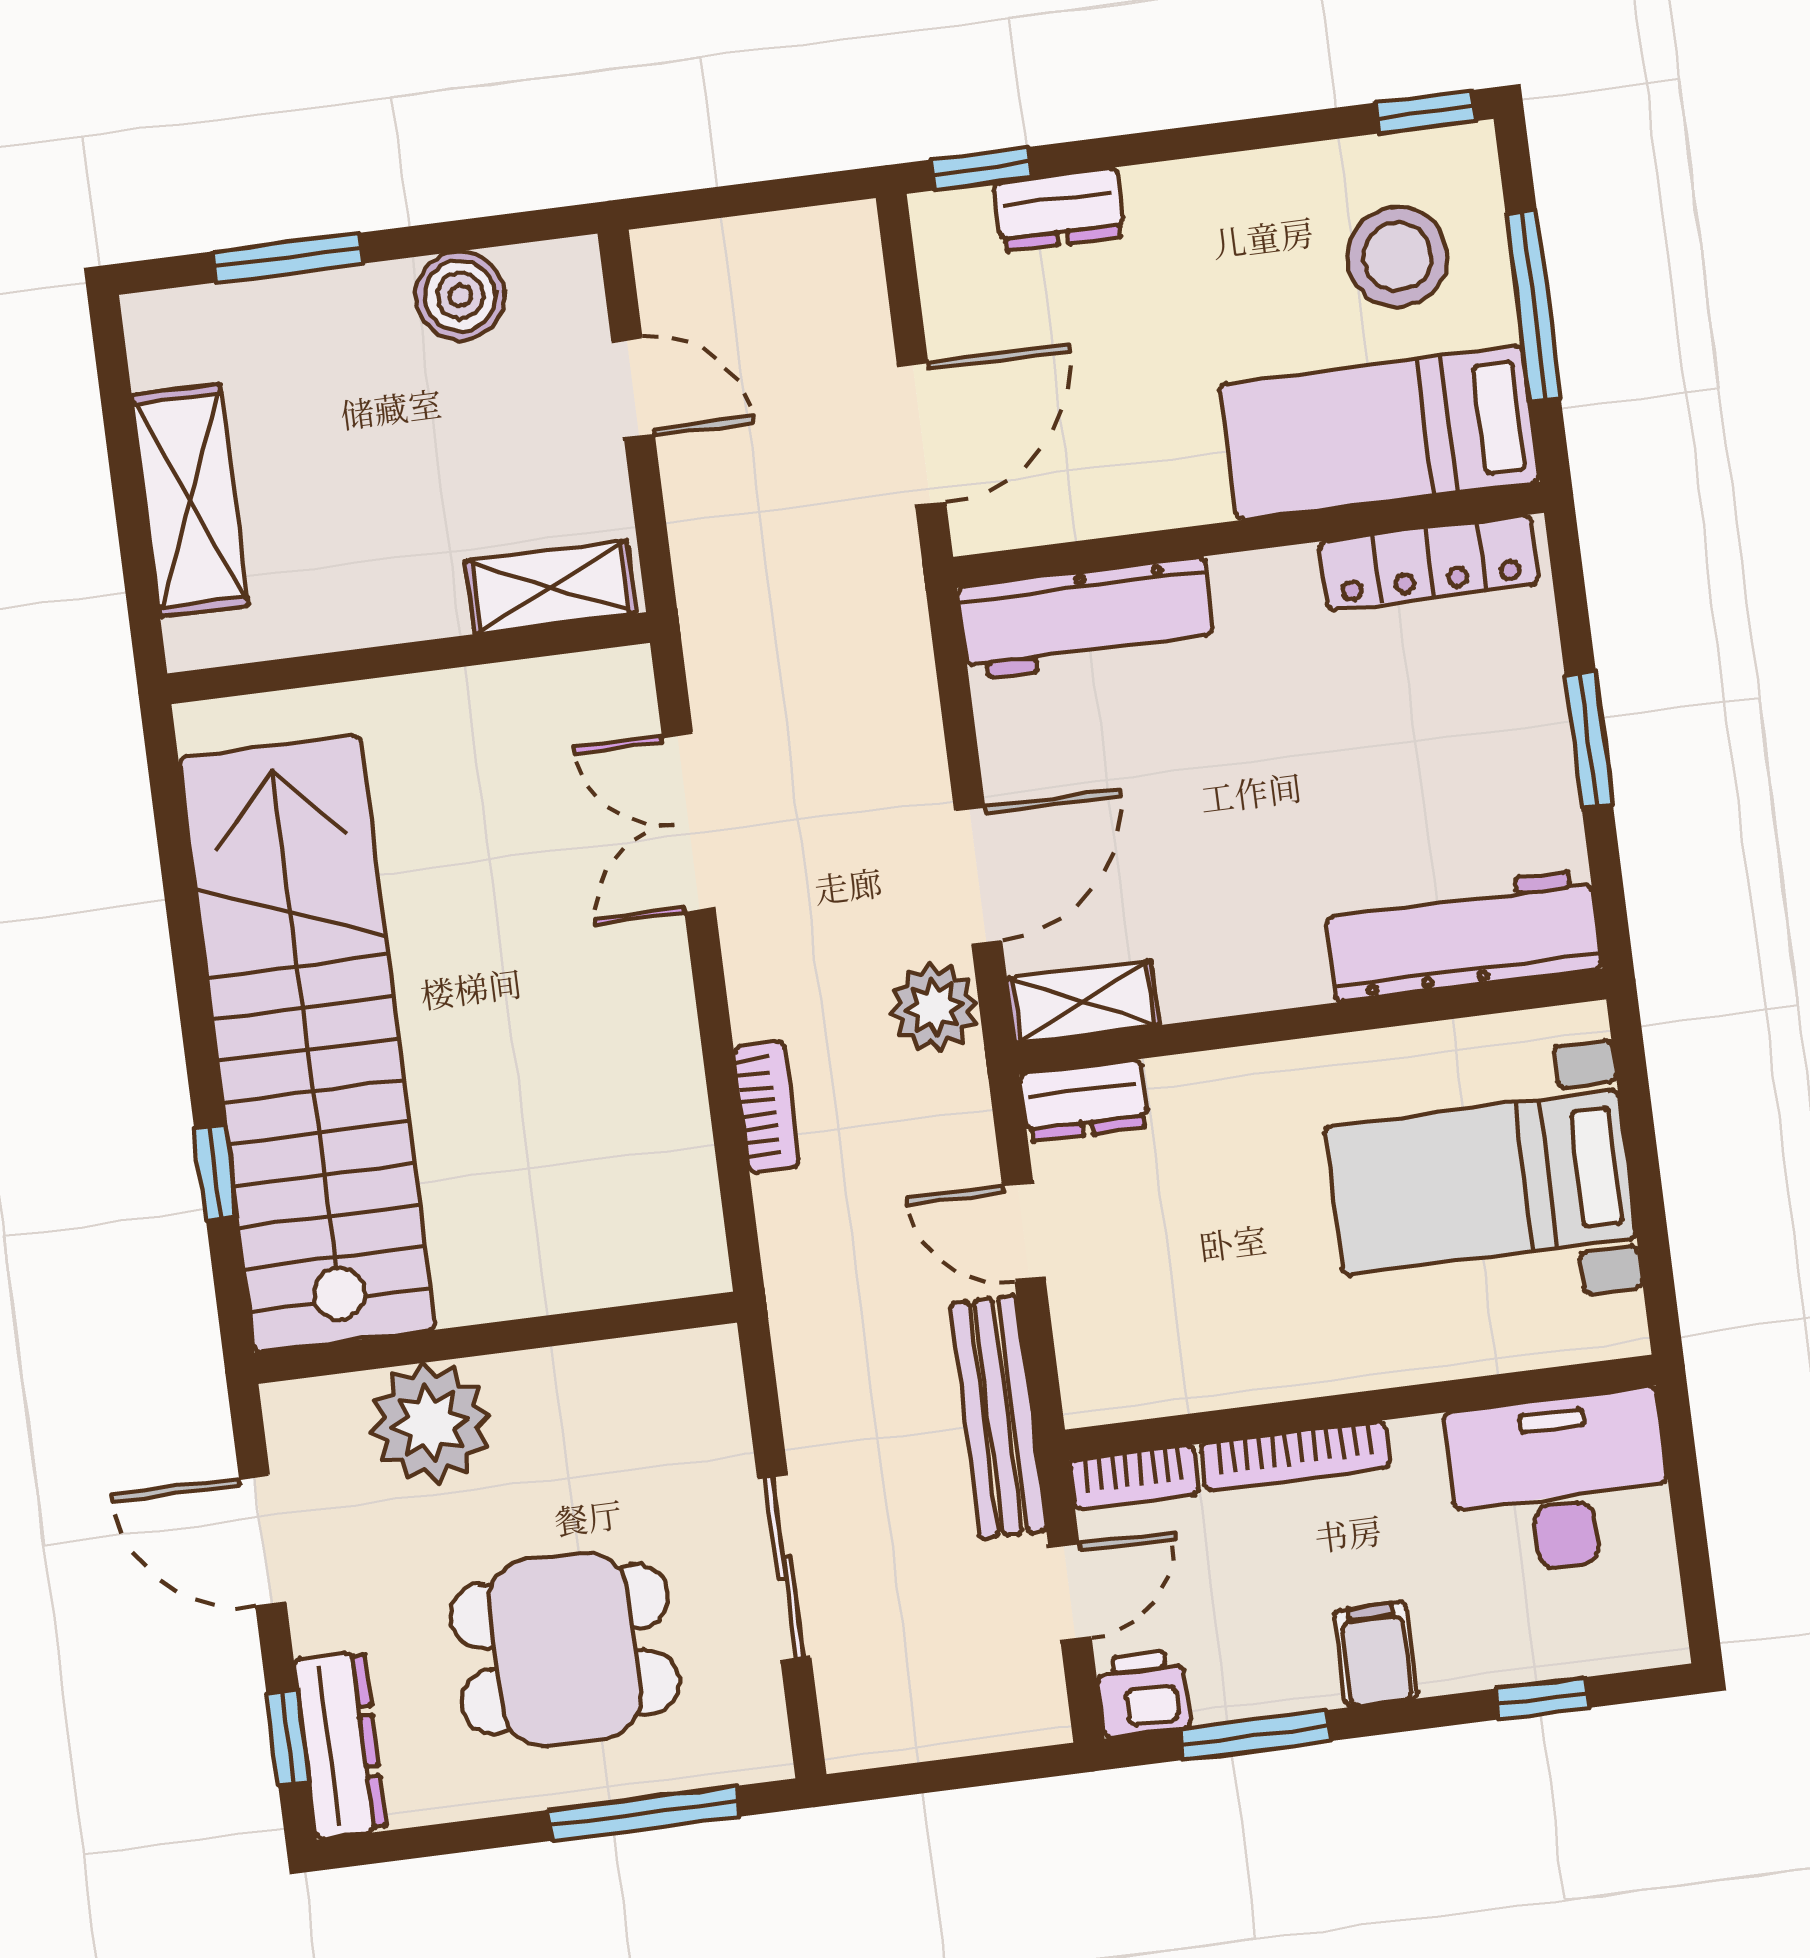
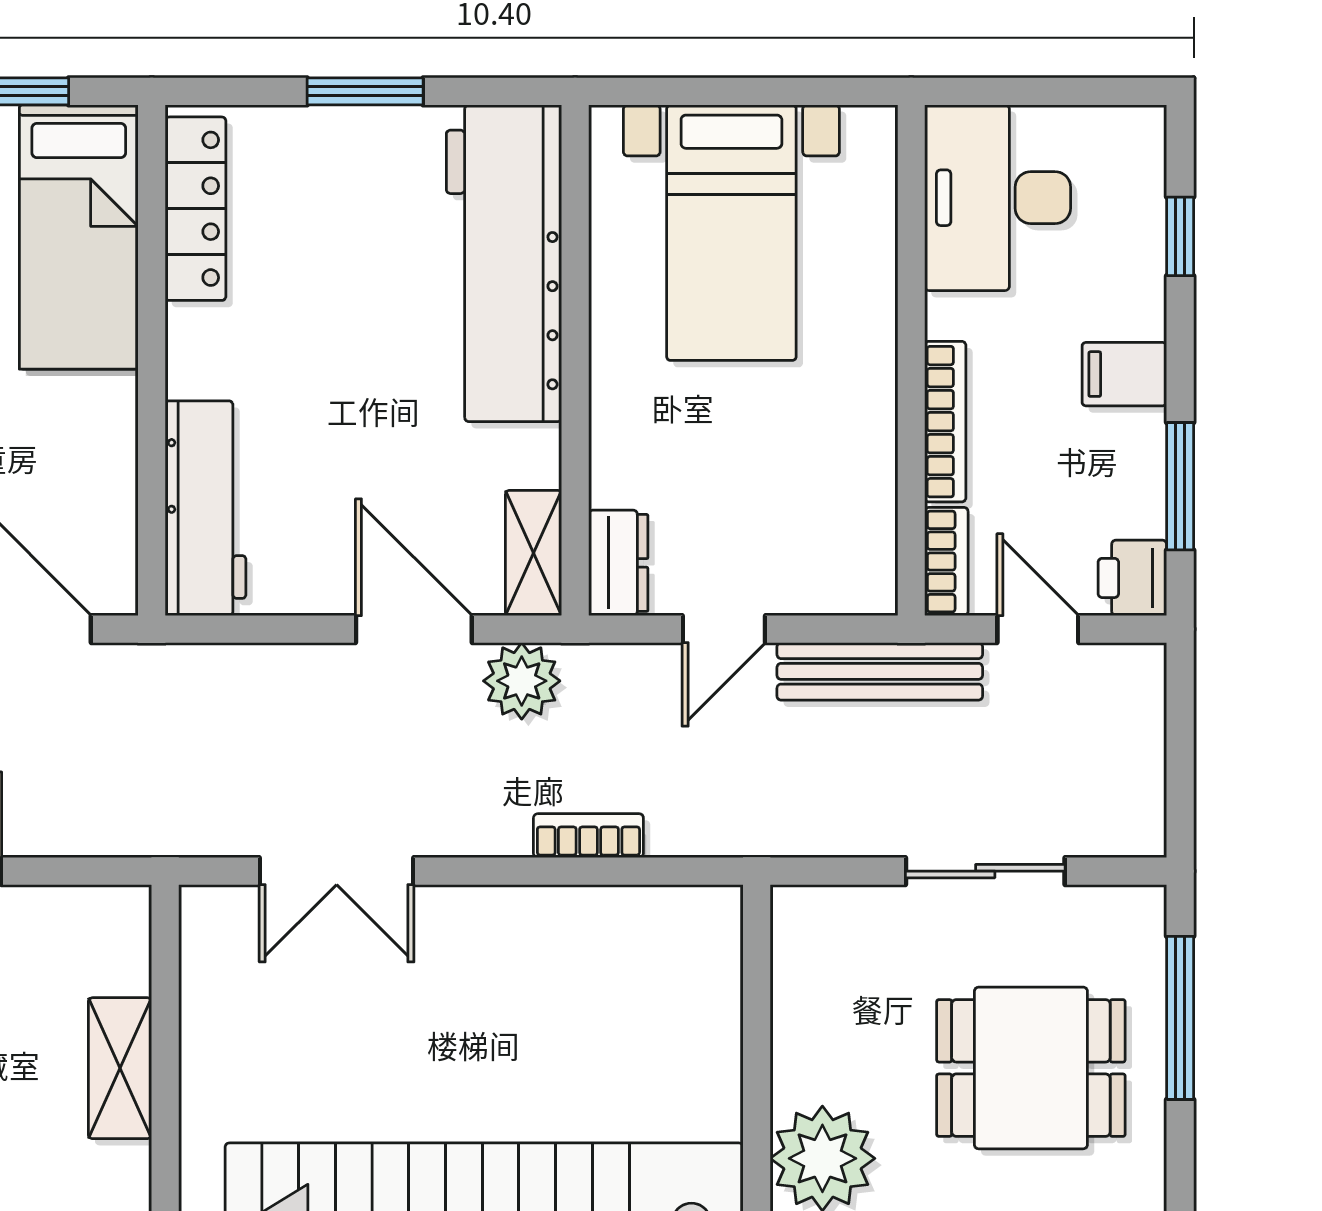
shelving: (551, 587) -> (120, 1068), moved
workbench: (1462, 935) -> (504, 263), width x1.36, depth x1.32
dining table: (565, 1649) -> (1031, 1068), turned 90

